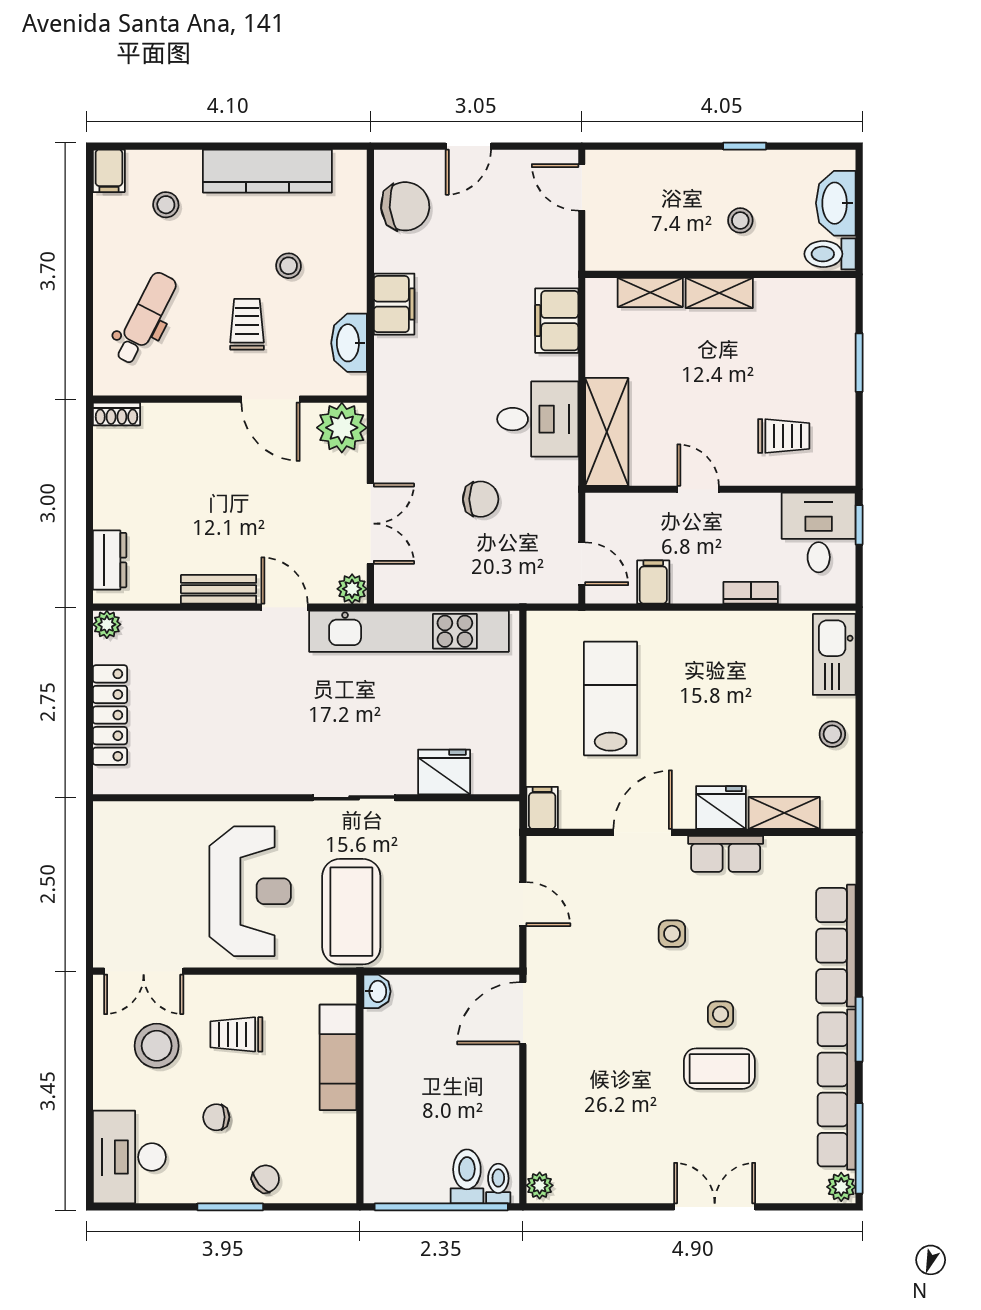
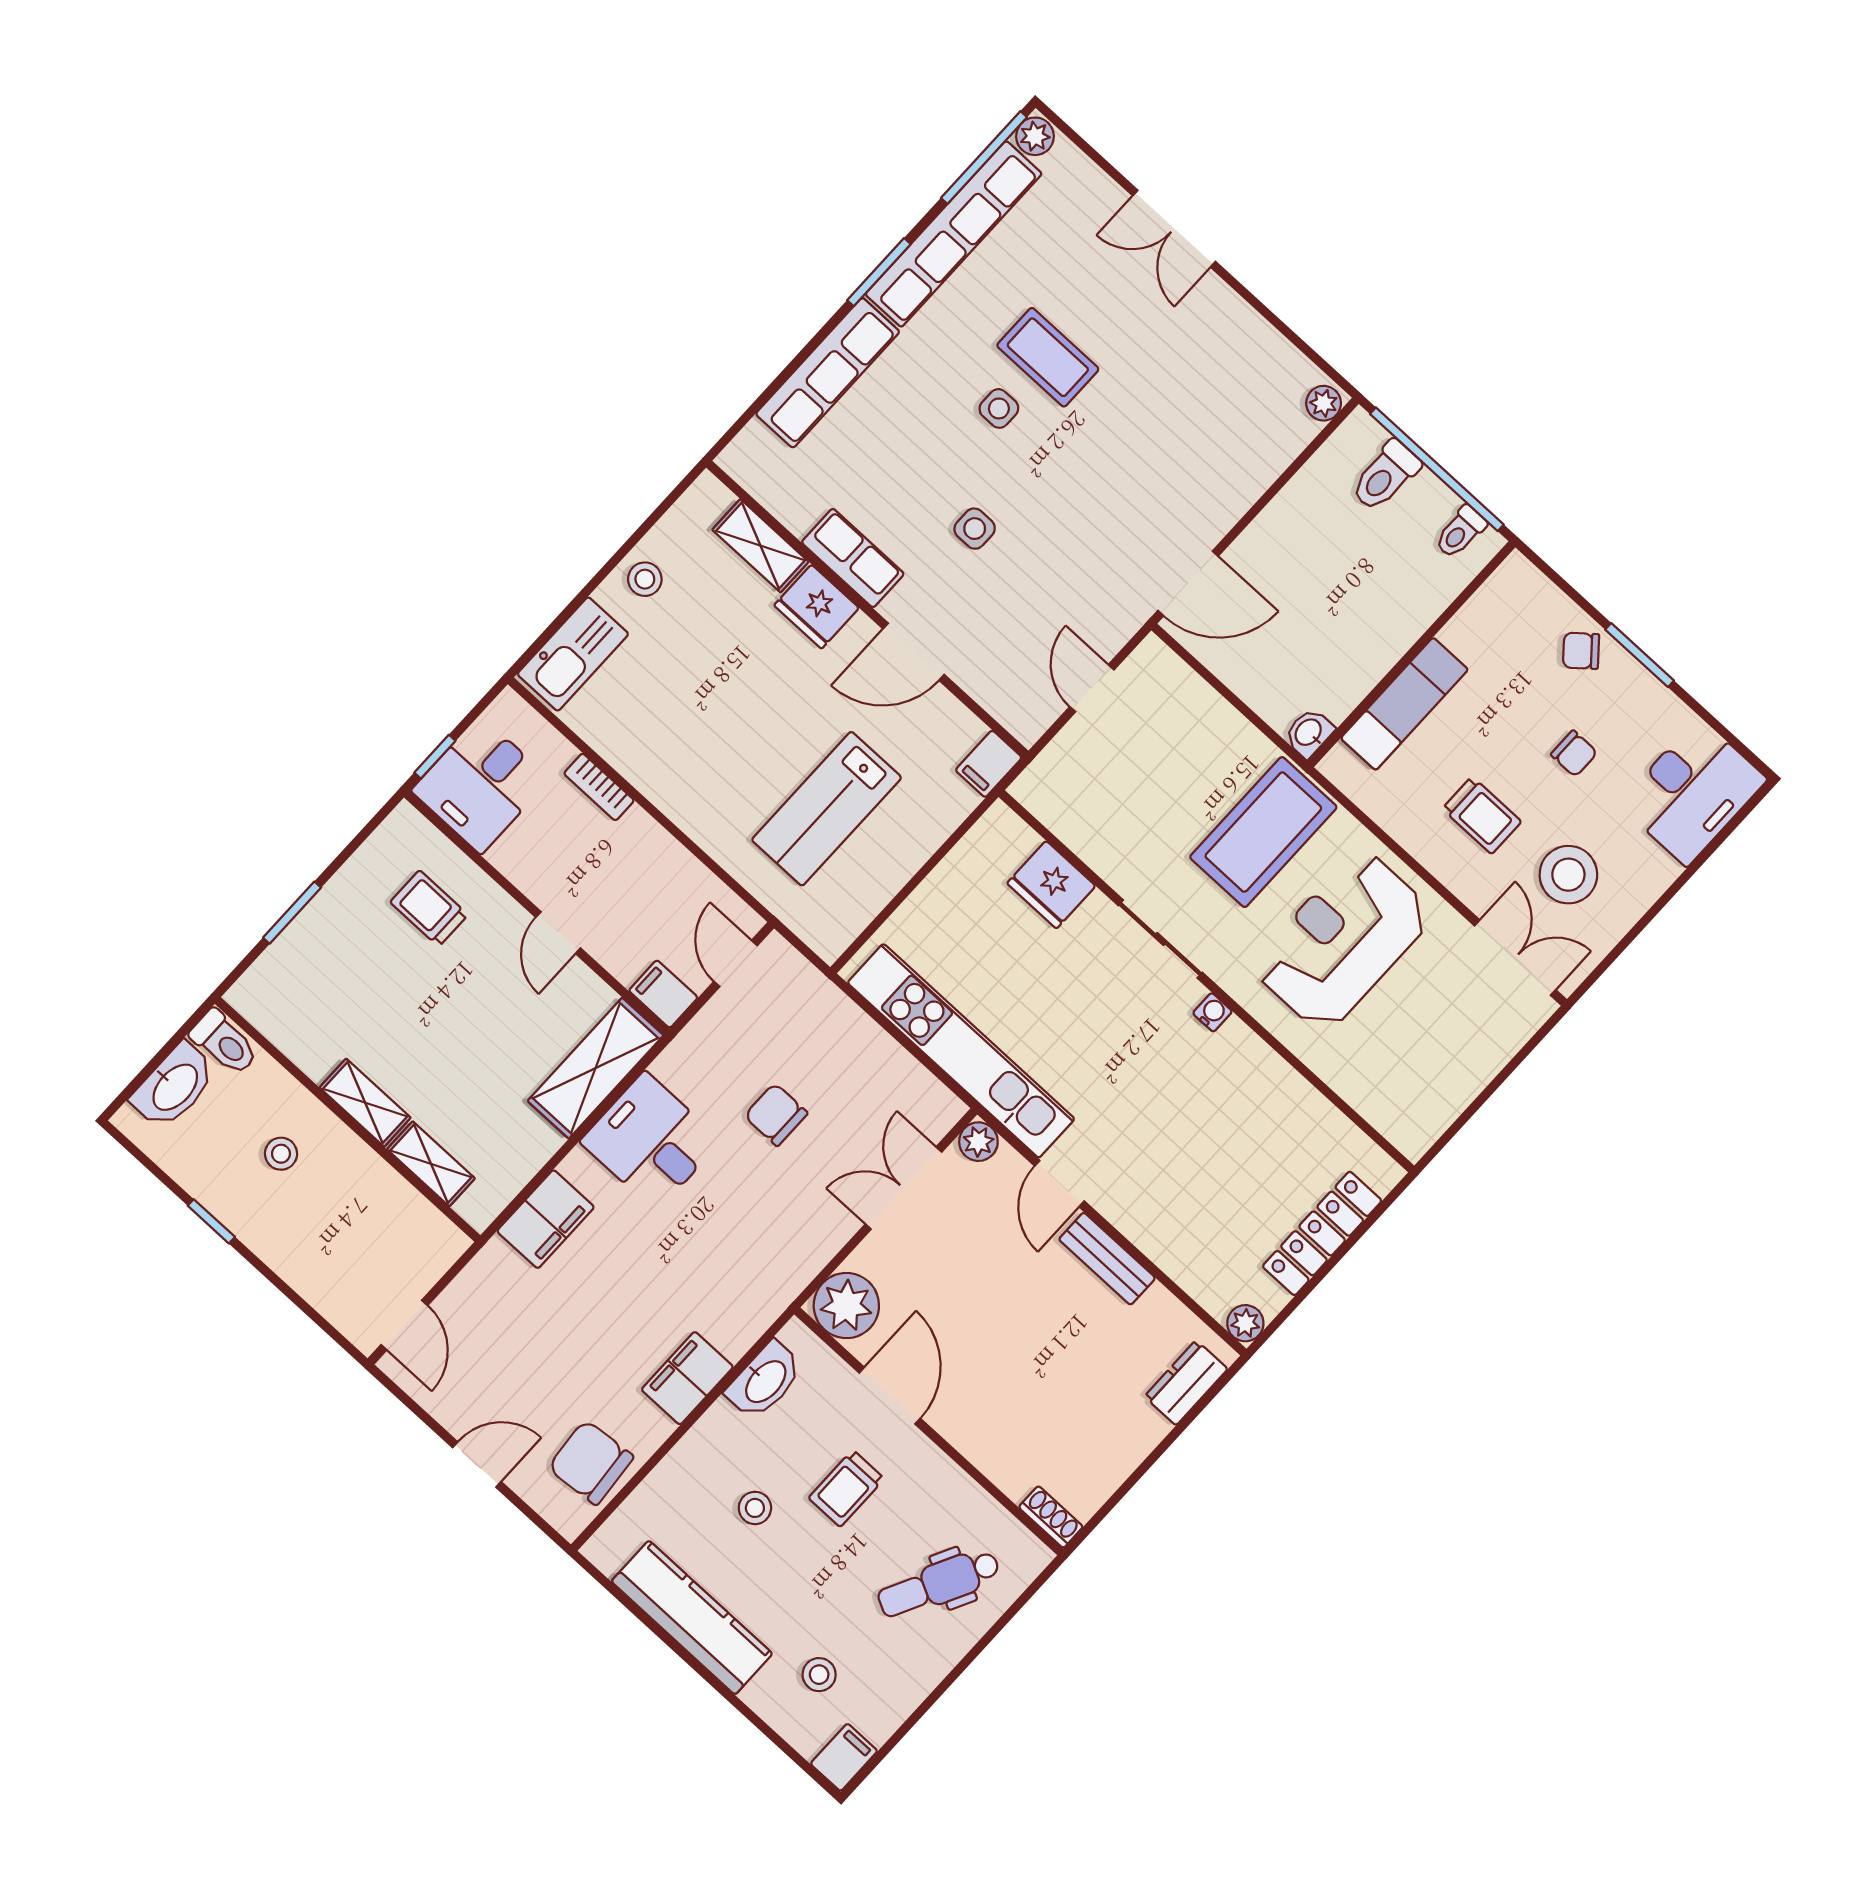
filing cabinet: (653, 582) -> (663, 994), moved, turned 90
water cooler: (287, 783) -> (1212, 1012), added
toilet: (498, 1184) -> (1460, 532), moved

